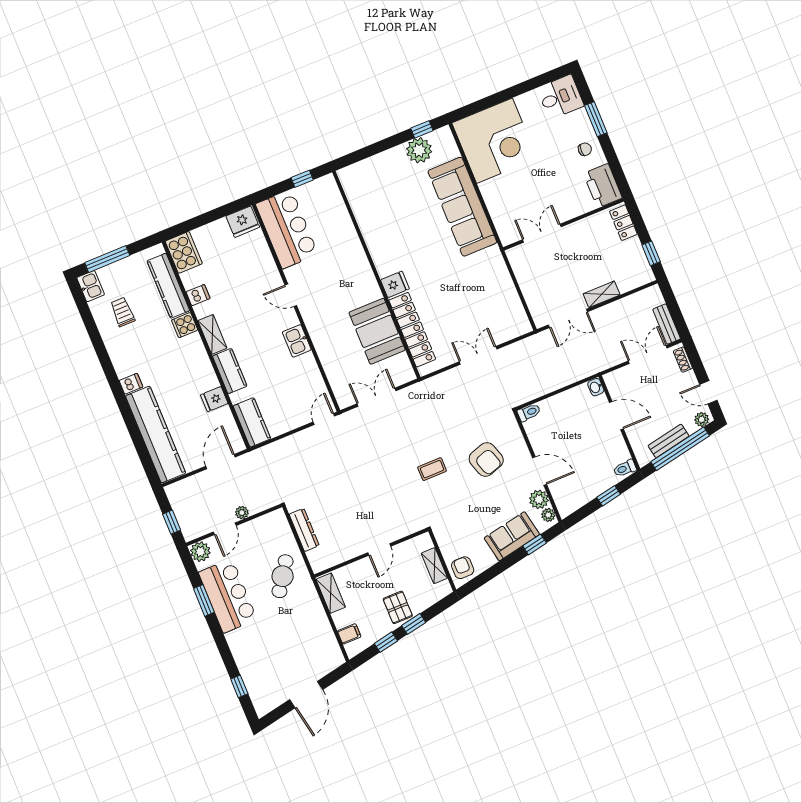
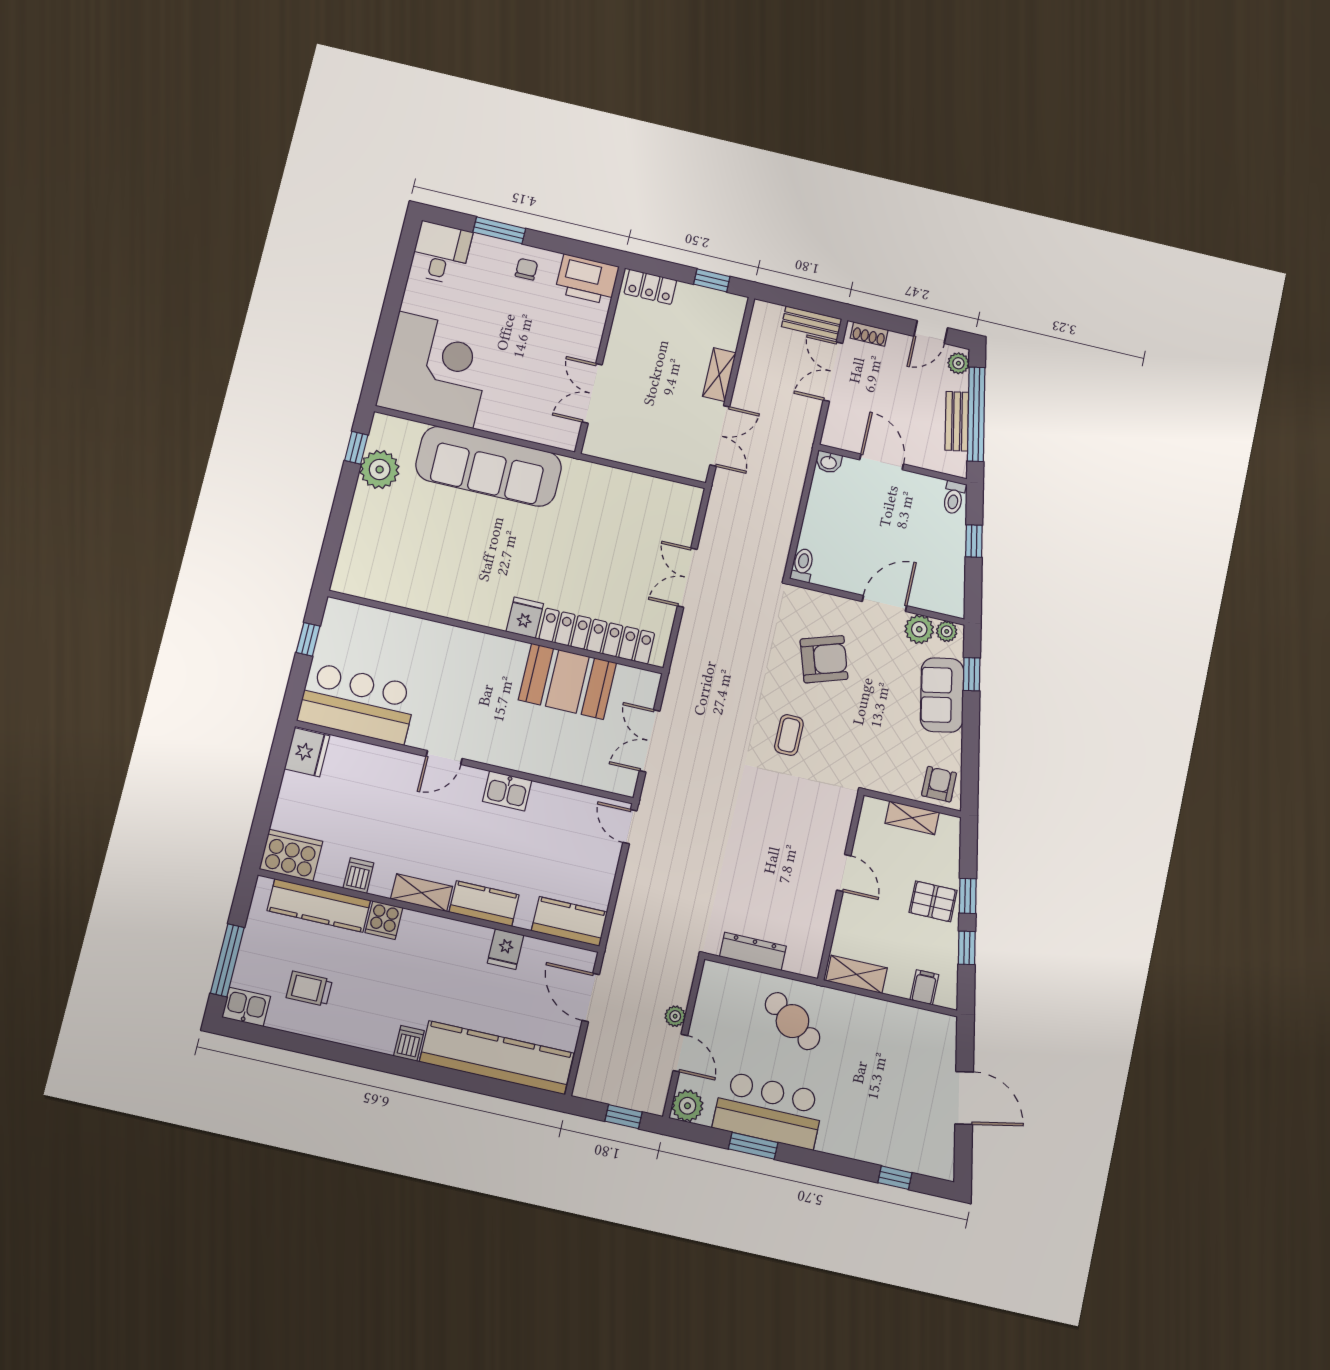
door: (616, 416) -> (882, 462), hinge flipped
armchair: (463, 568) -> (939, 784), turned 90

